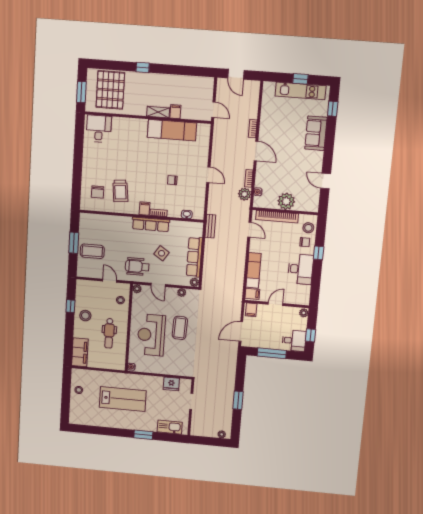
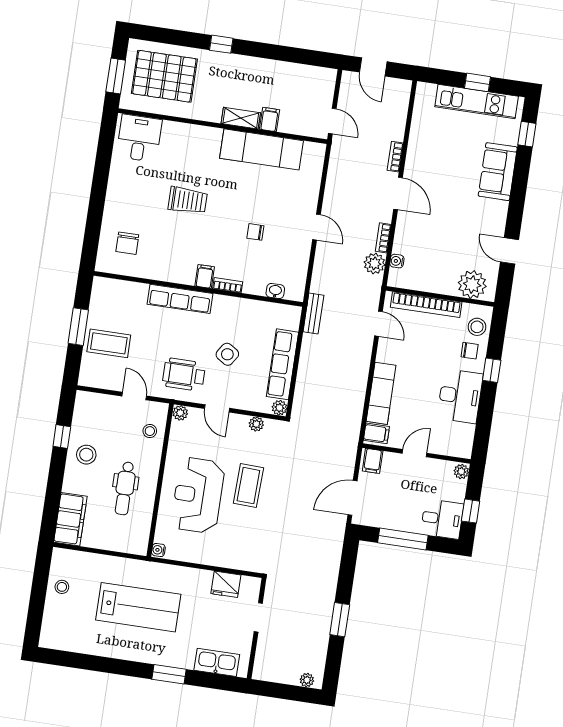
pallet: (110, 90) -> (164, 76), turned 90
trolley: (120, 191) -> (188, 200), moved, turned -84
plant: (286, 201) -> (472, 284), moved
row of seats: (151, 224) -> (180, 299), moved

